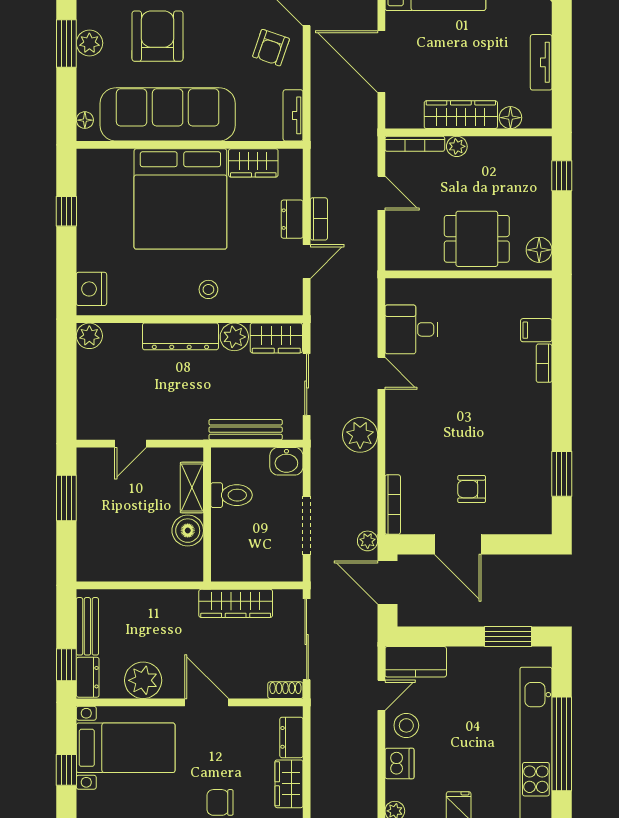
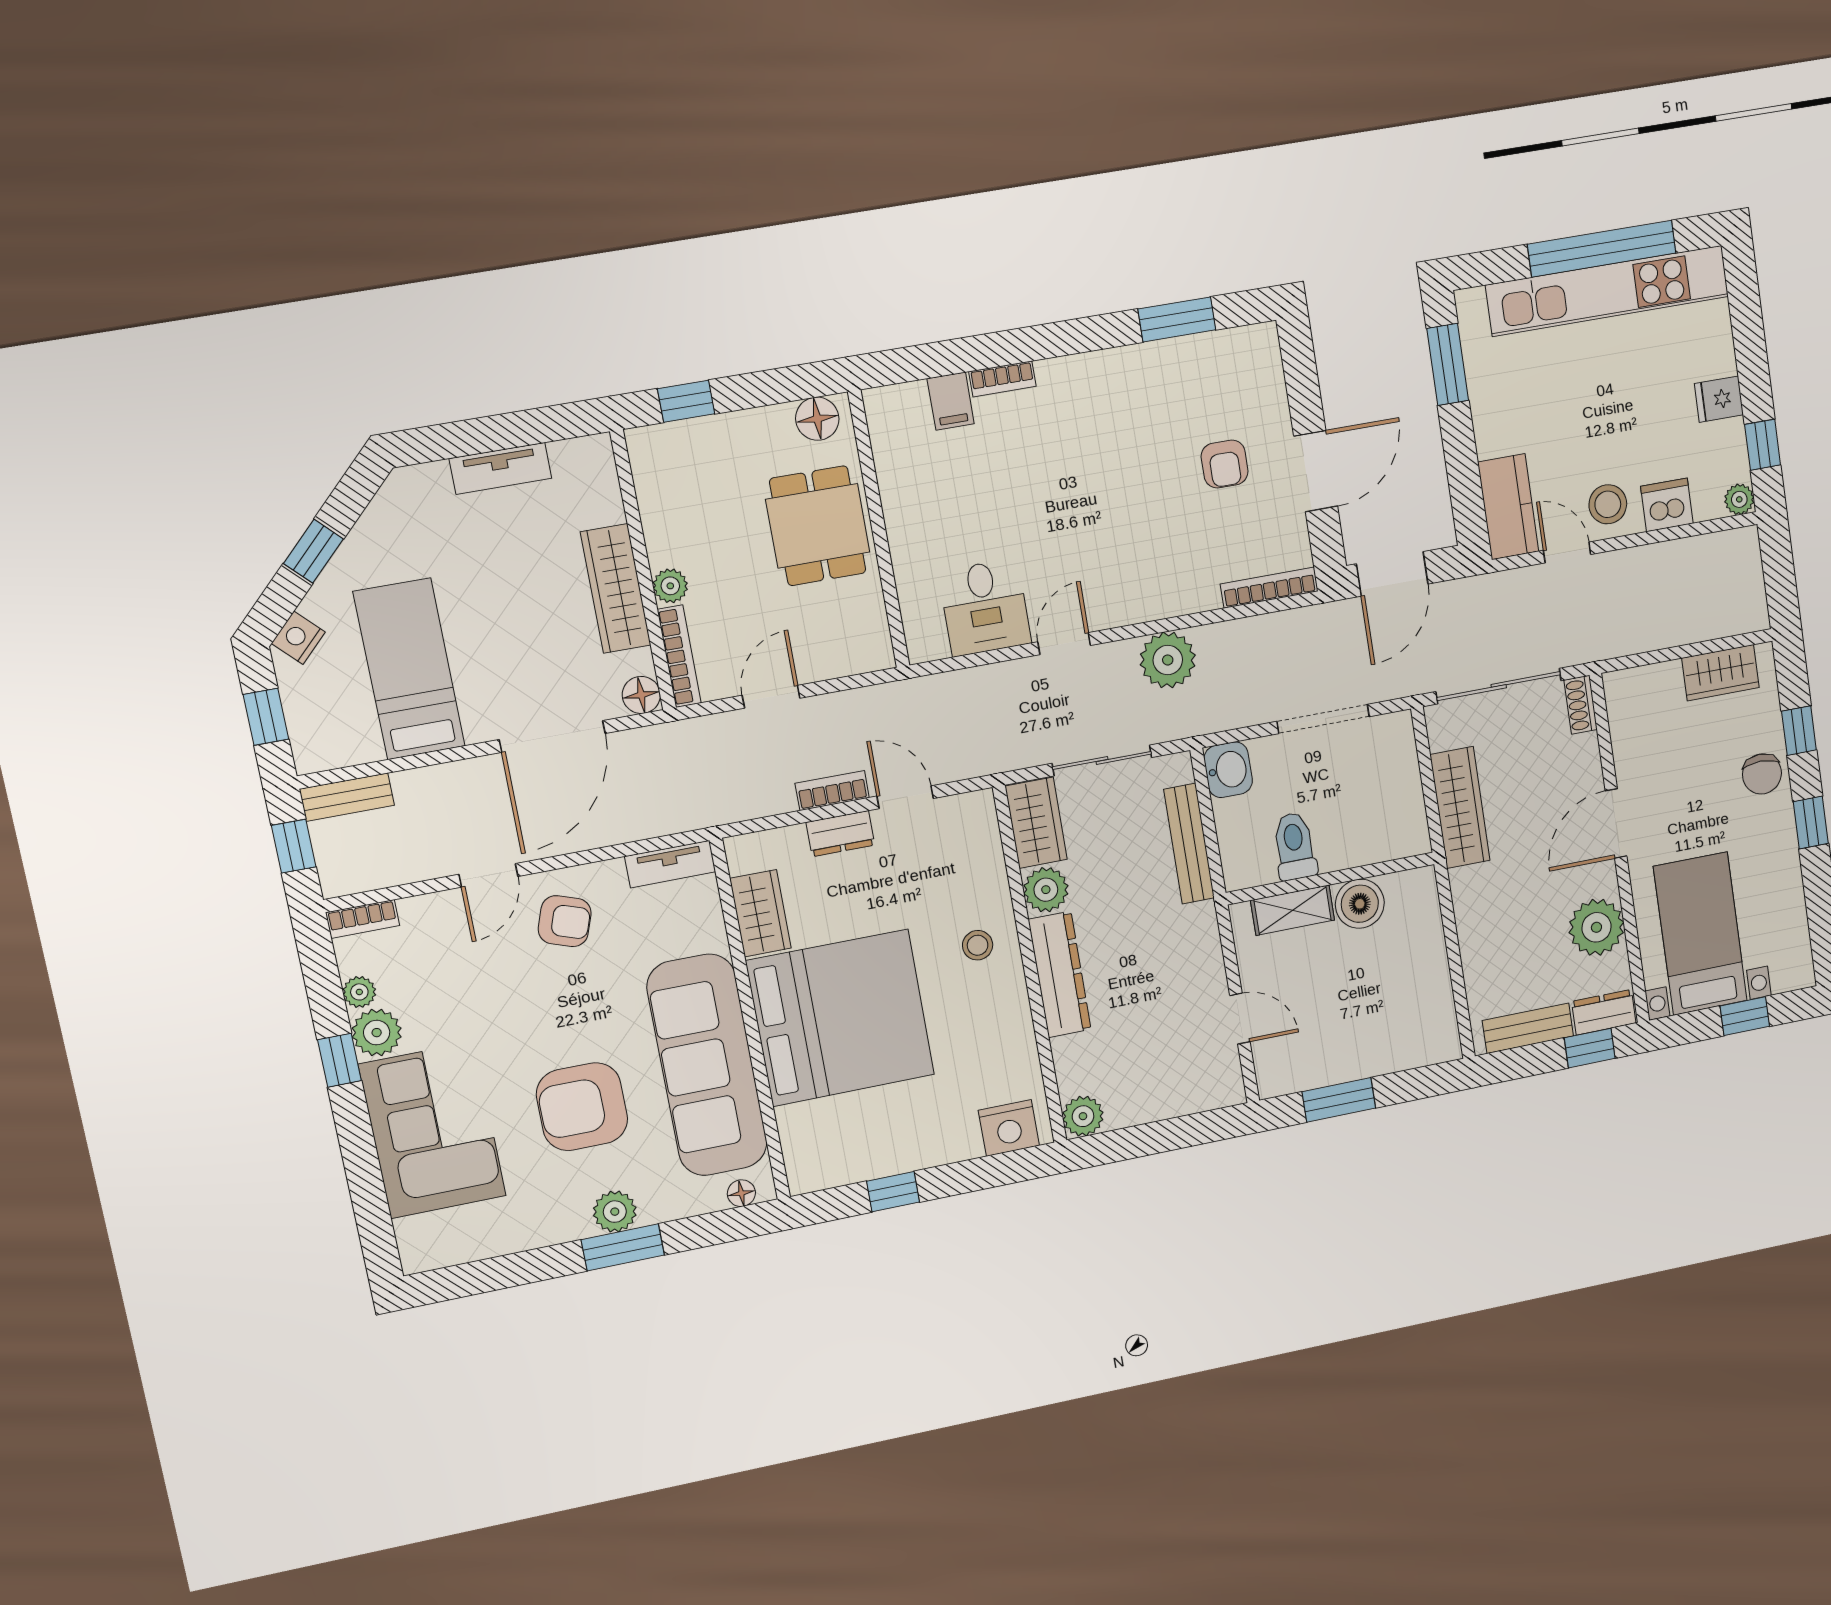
floor lamp: (510, 118) -> (641, 695), moved
plant: (368, 541) -> (1332, 618), removed
dresser: (291, 737) -> (1650, 682), removed

